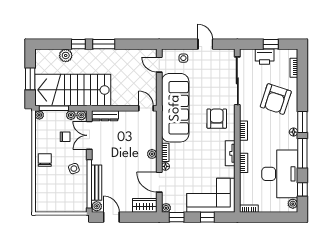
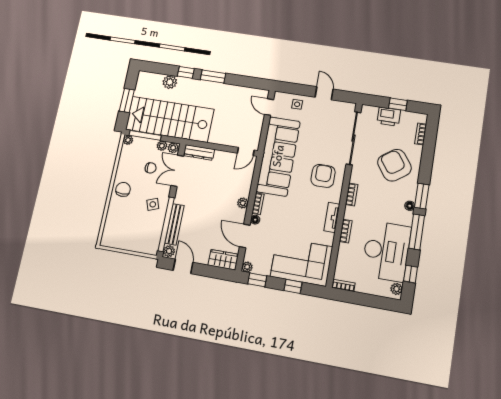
armchair: (276, 99) -> (394, 165), turned 126
door: (146, 108) -> (246, 152), swing flipped

